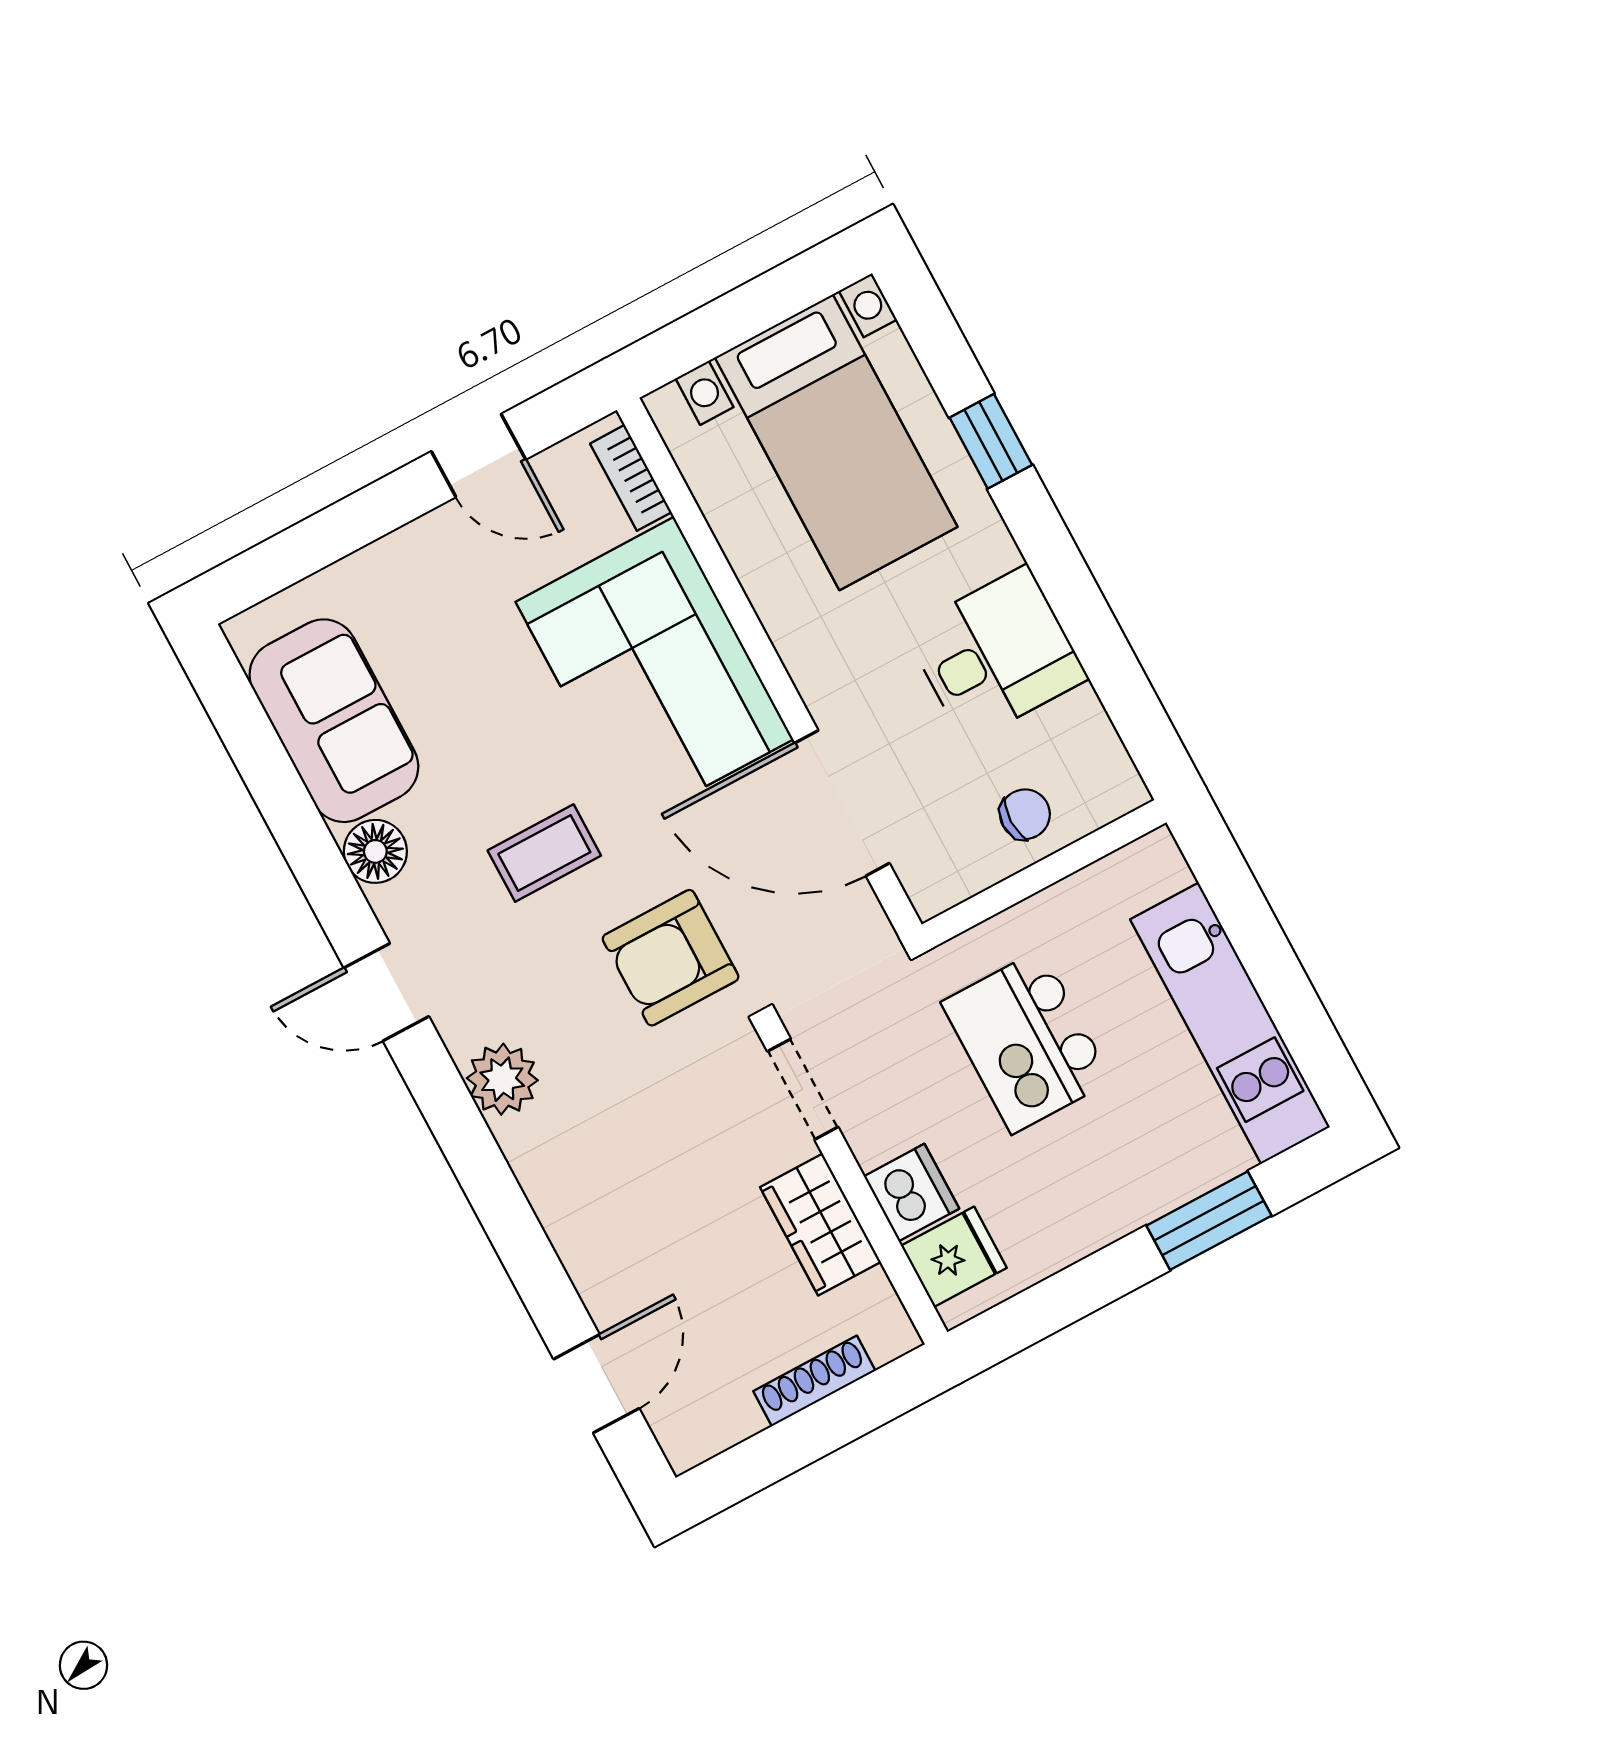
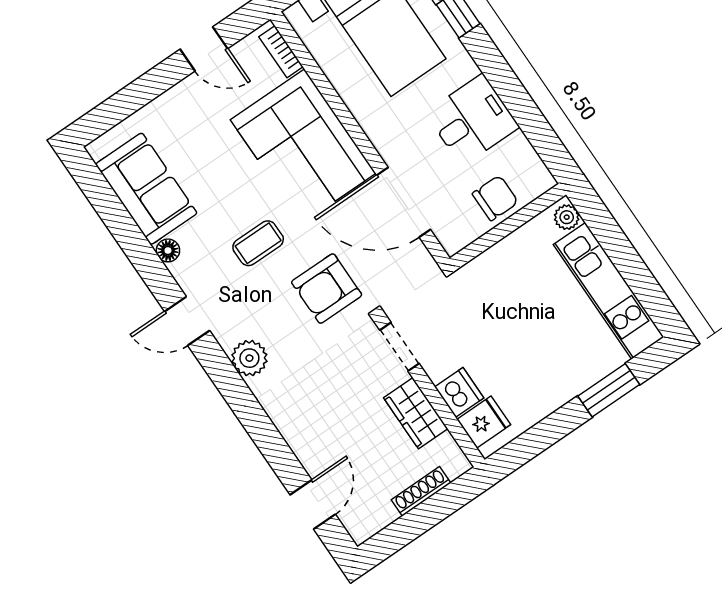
chair: (1025, 814) -> (495, 198), width x1.37, depth x1.37
floor lamp: (375, 851) -> (168, 250), width x0.73, depth x0.73
plant: (1163, 868) -> (567, 217), added
kitchen island: (1027, 1042) -> (508, 311), removed

